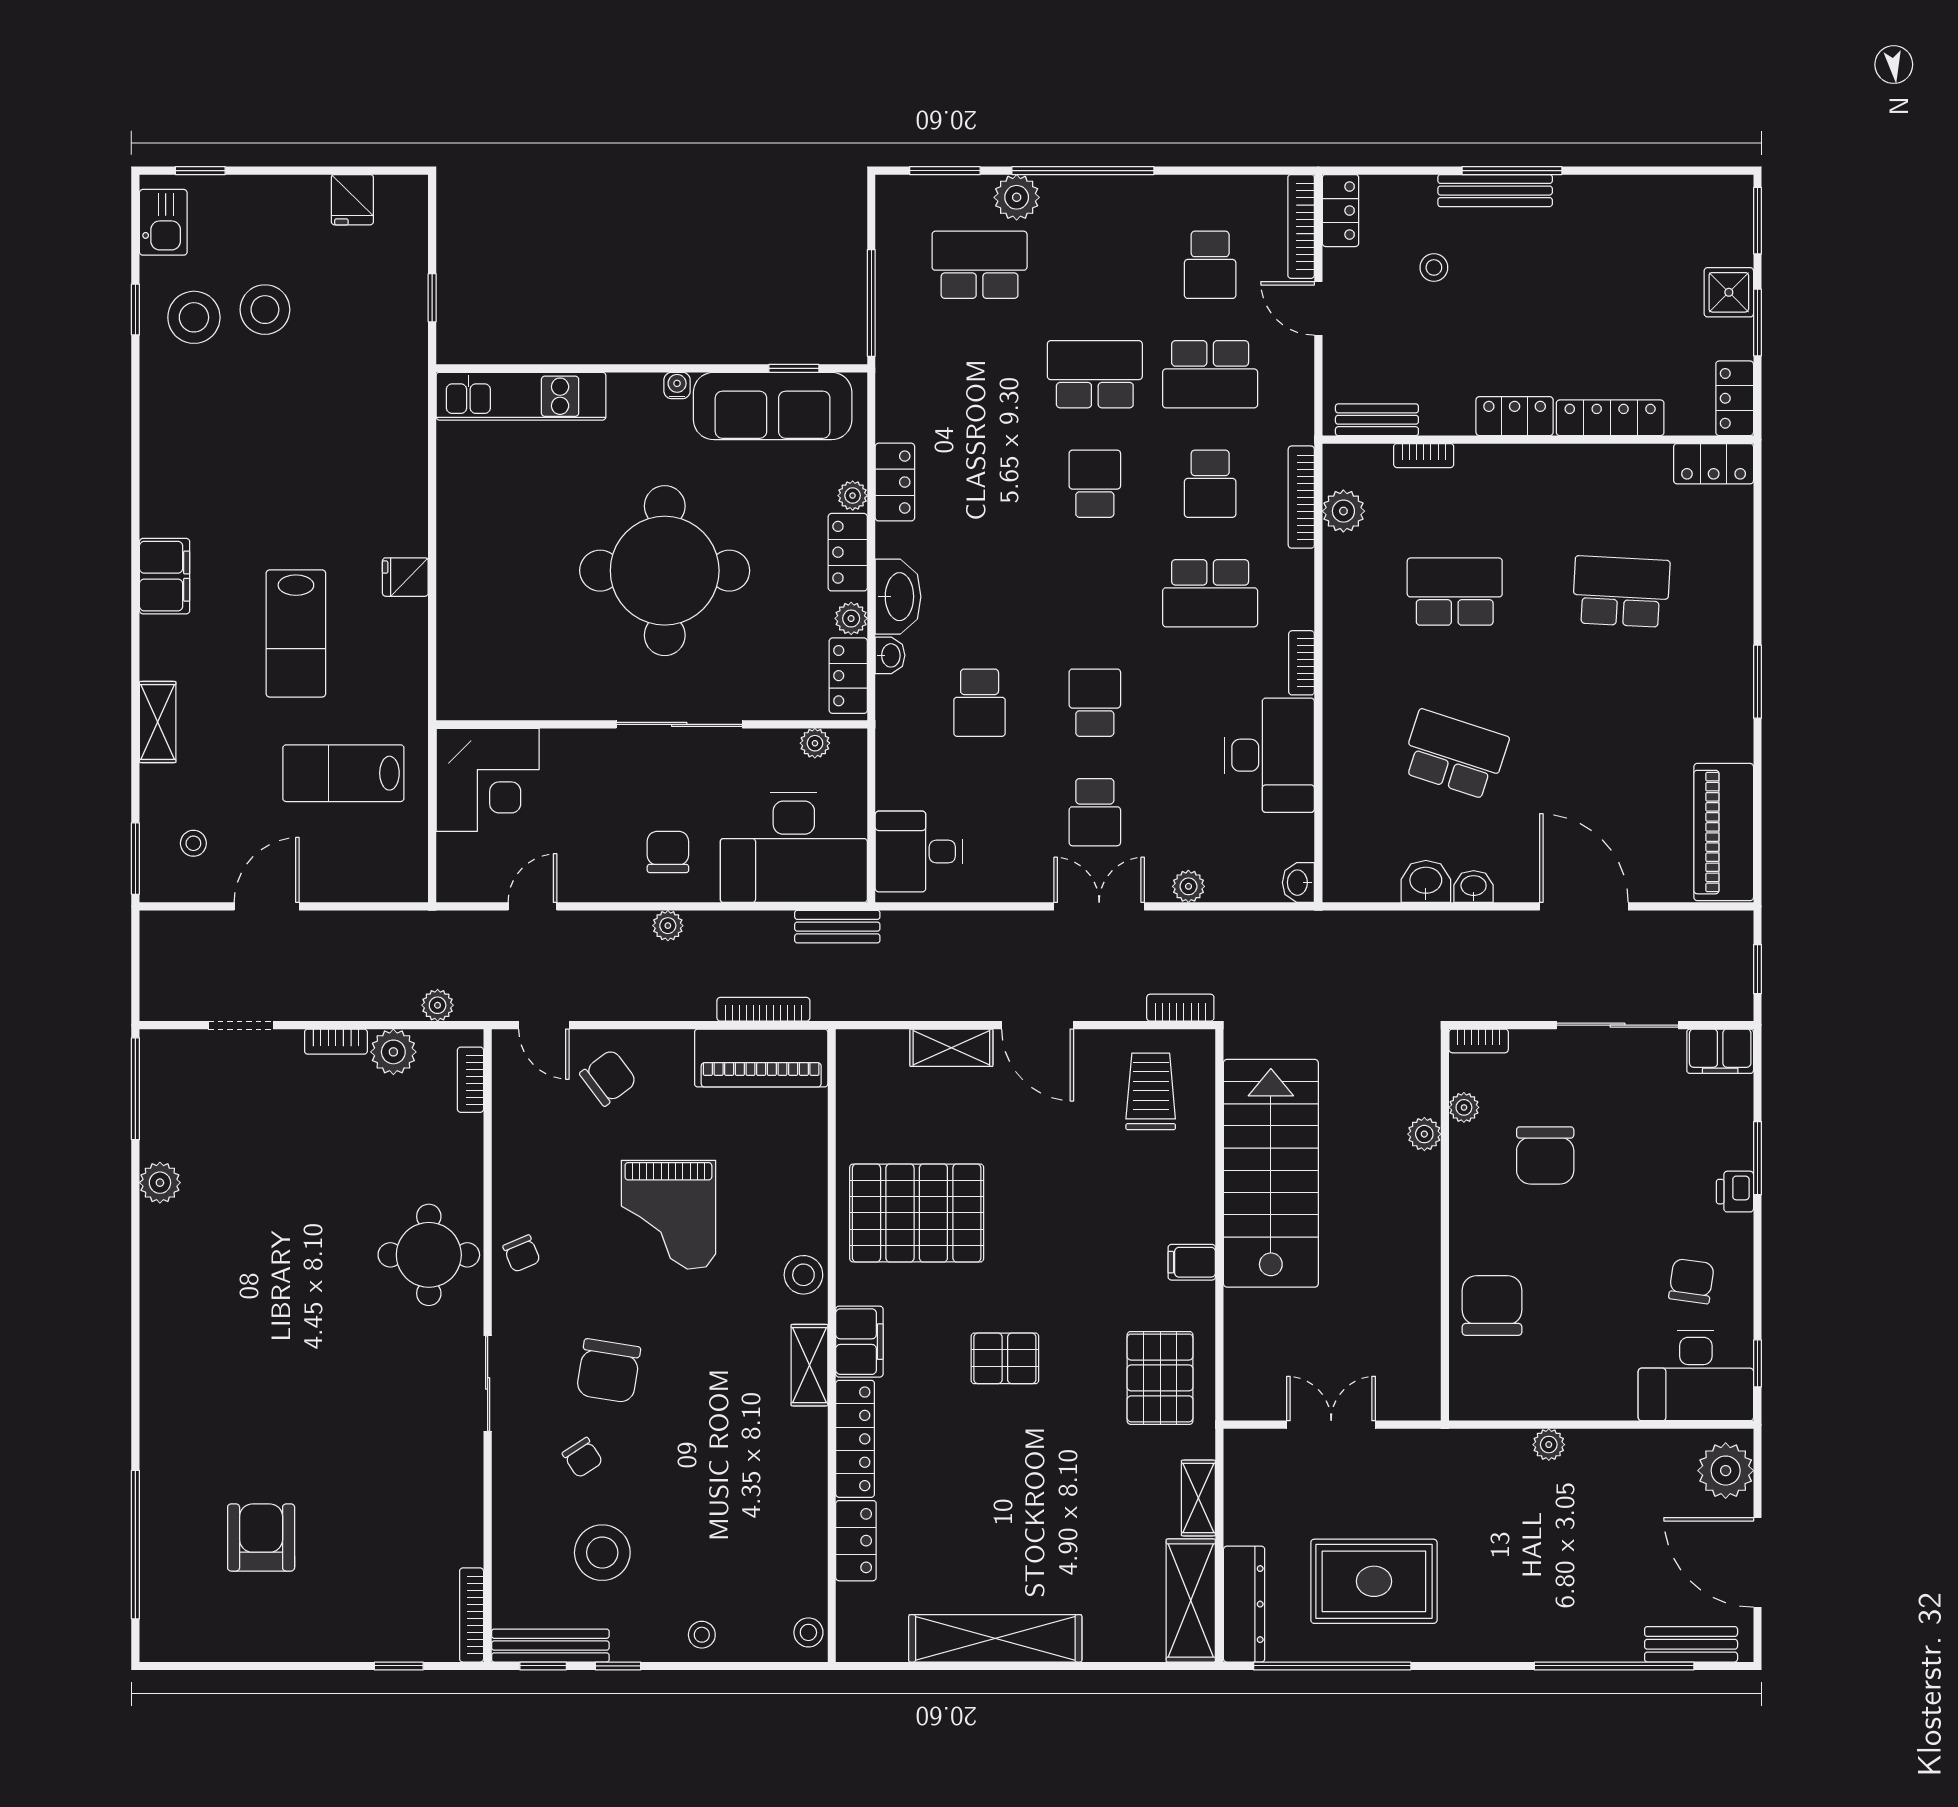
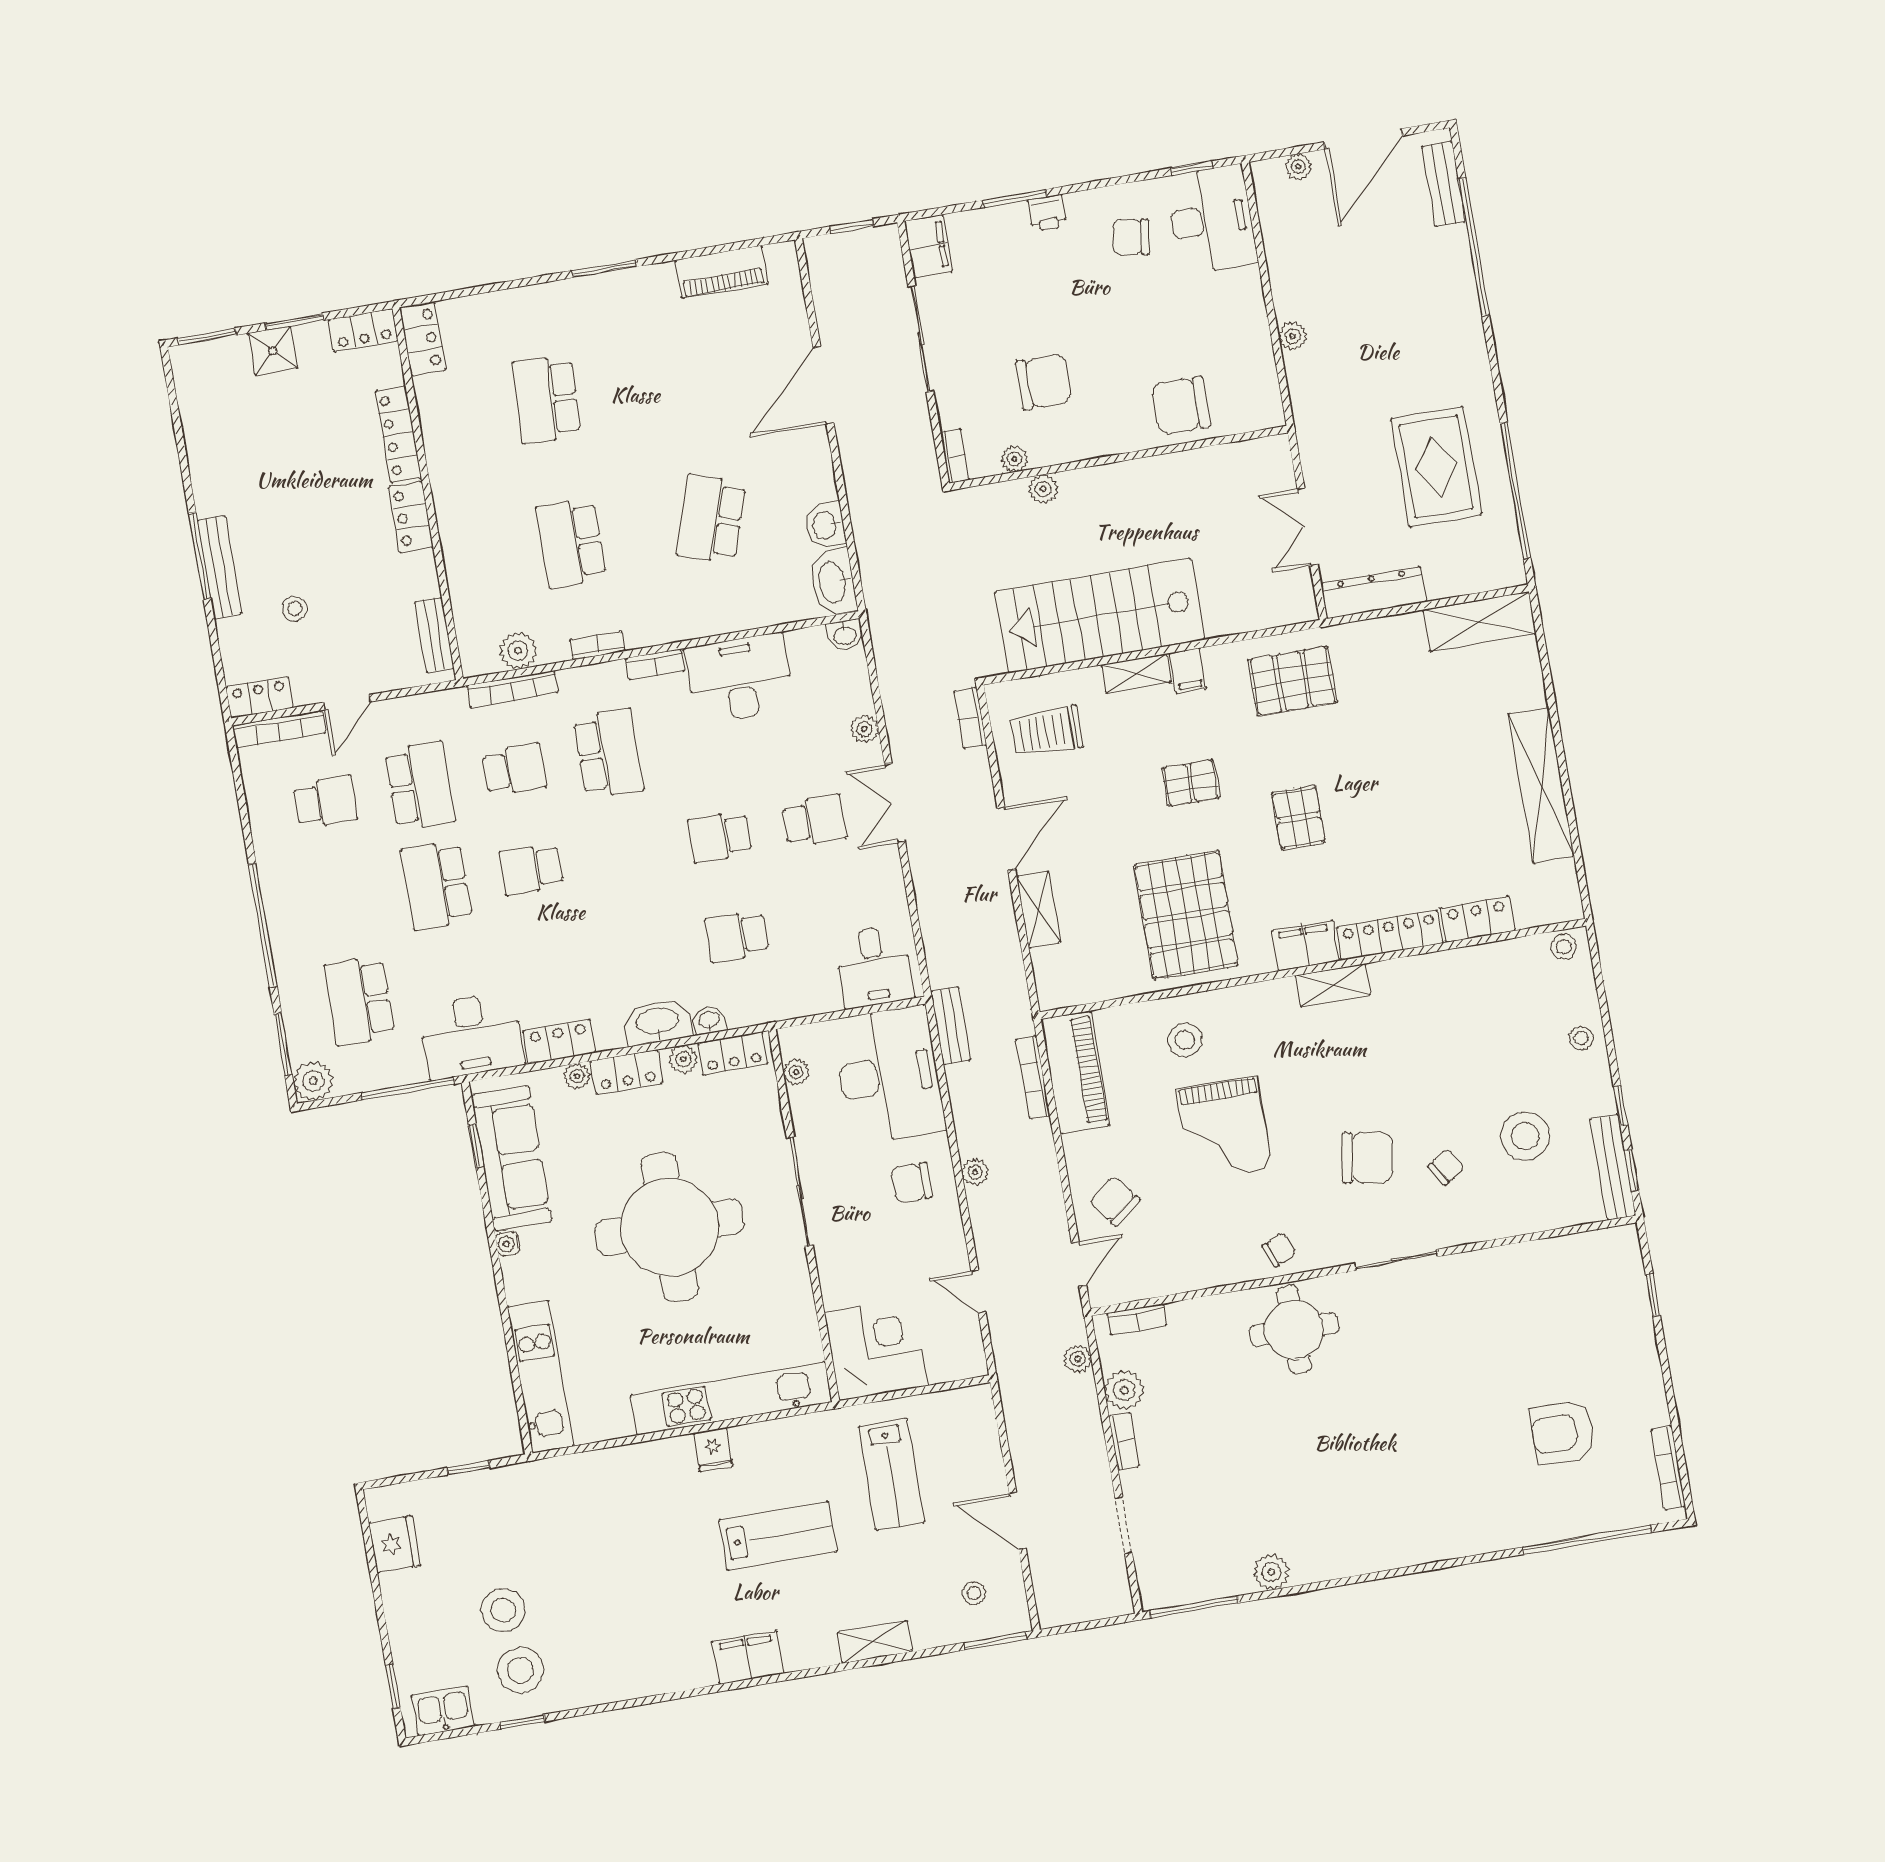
plant: (1017, 197) -> (313, 1081), moved
fridge: (352, 200) -> (394, 1544), width x1.38
desk: (919, 384) -> (471, 1035), added
bookcase: (1424, 456) -> (597, 645), moved, turned -90
kitchen unit: (460, 607) -> (731, 1399), added
school desk: (980, 703) -> (737, 936), turned 180
piano: (1724, 832) -> (722, 272), width x0.73, depth x0.75
washbasin: (1474, 886) -> (833, 582), moved, width x1.91, depth x1.45
grand piano: (668, 1215) -> (1224, 1129), turned 90
pallet: (1065, 1244) -> (1191, 783), added
stool: (803, 1275) -> (1185, 1040), moved
plant: (1726, 1471) -> (1298, 167), width x0.53, depth x0.53
shelving: (1198, 1498) -> (1136, 674), moved
dresser: (1244, 1604) -> (1374, 593), moved
bookcase: (472, 1615) -> (1668, 1468), moved, turned 90

